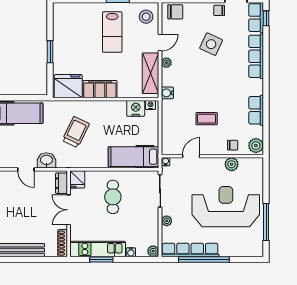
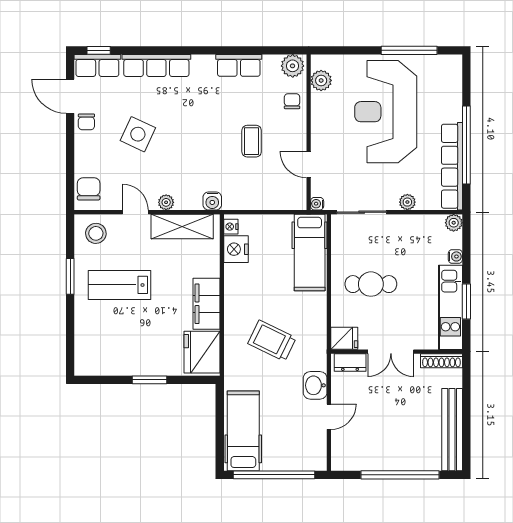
lab bench: (112, 32) -> (119, 285), turned 180
plant: (232, 164) -> (321, 80), moved

